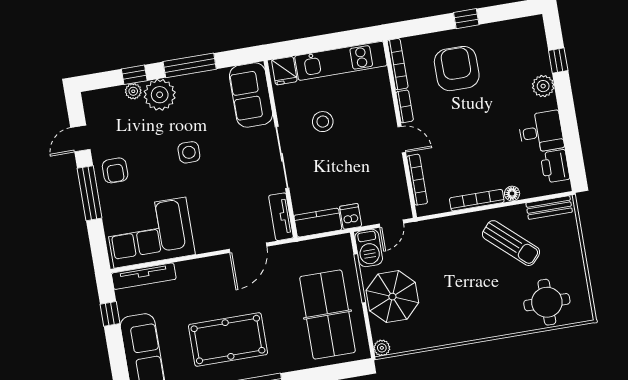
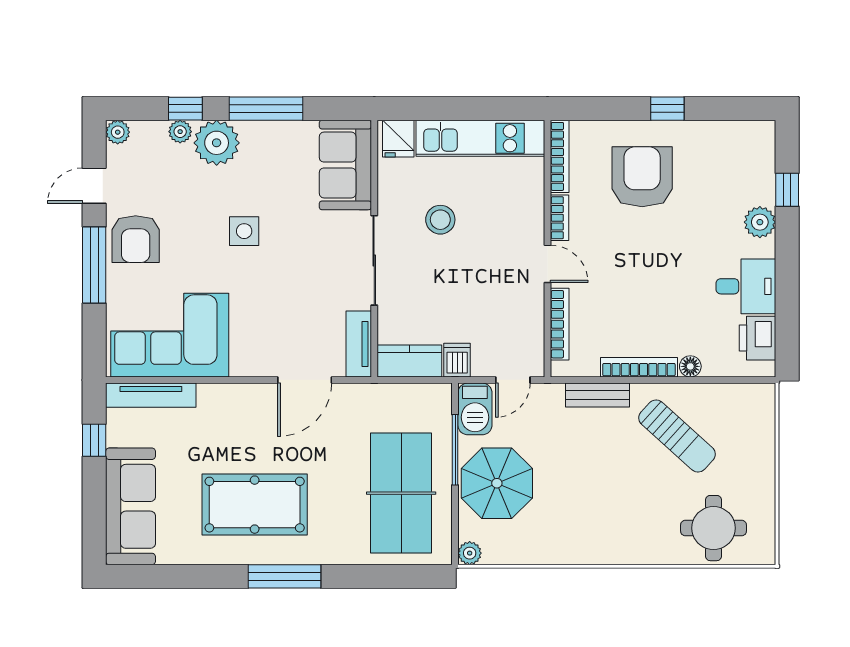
plant: (90, 99) -> (118, 132), added
armchair: (115, 170) -> (136, 239), width x1.38, depth x1.38
bench: (549, 208) -> (597, 395), moved

